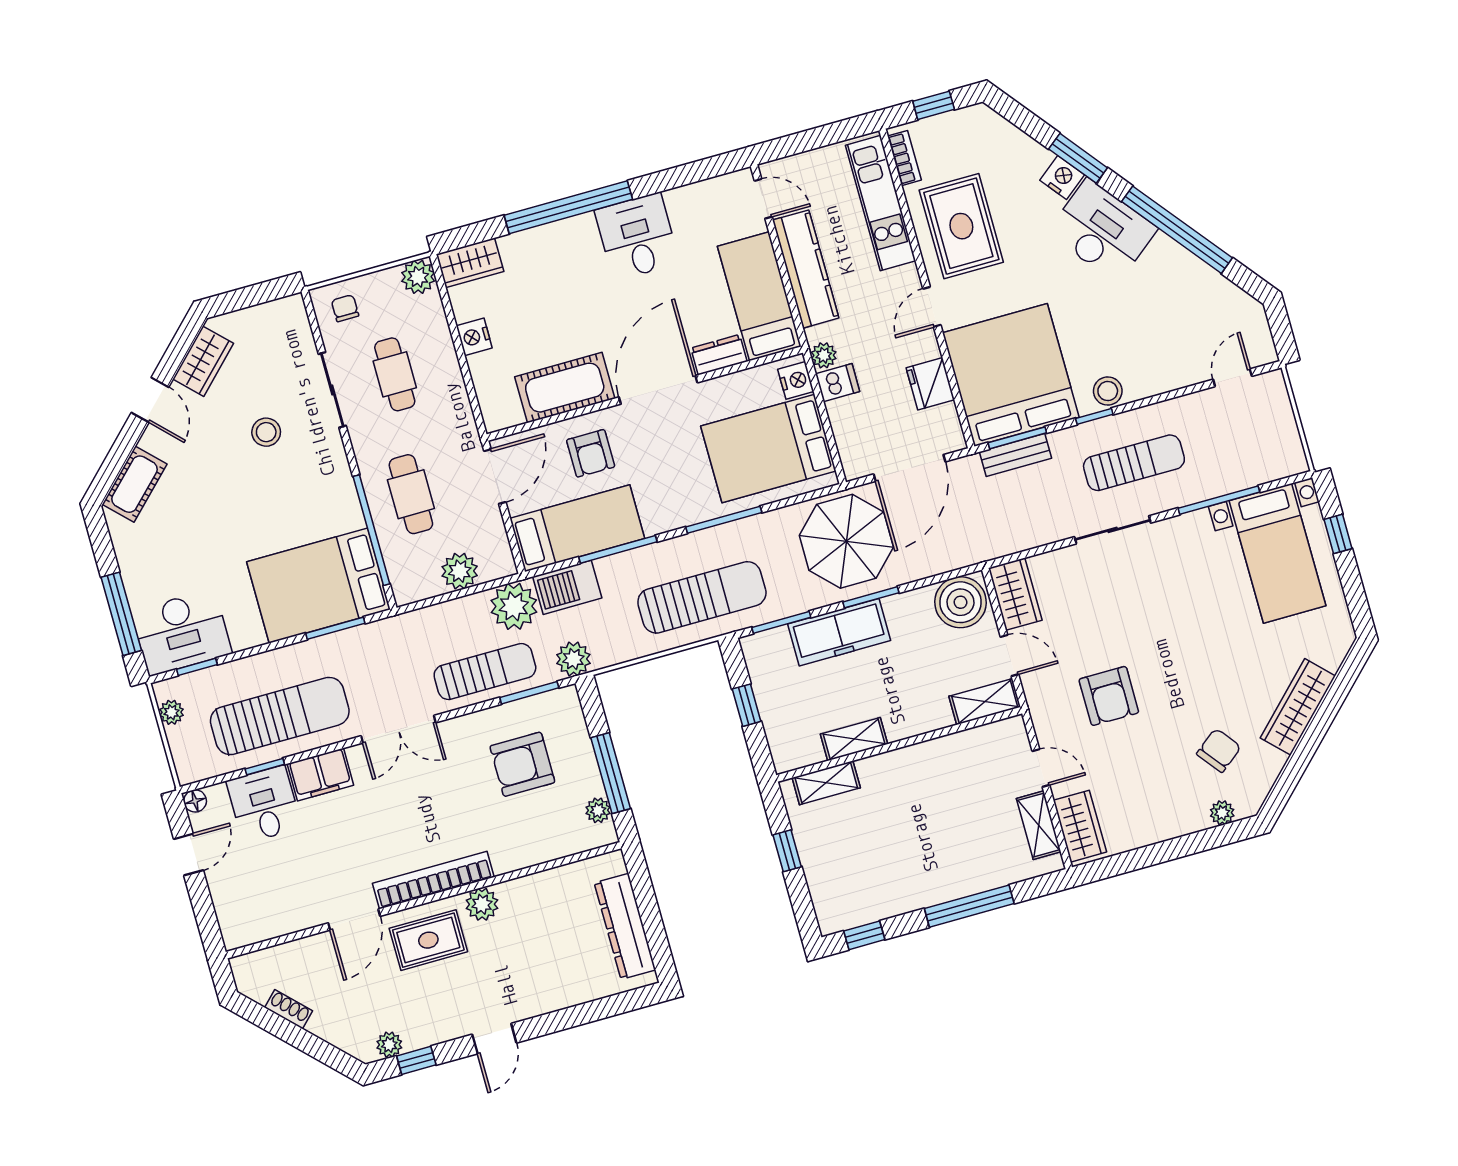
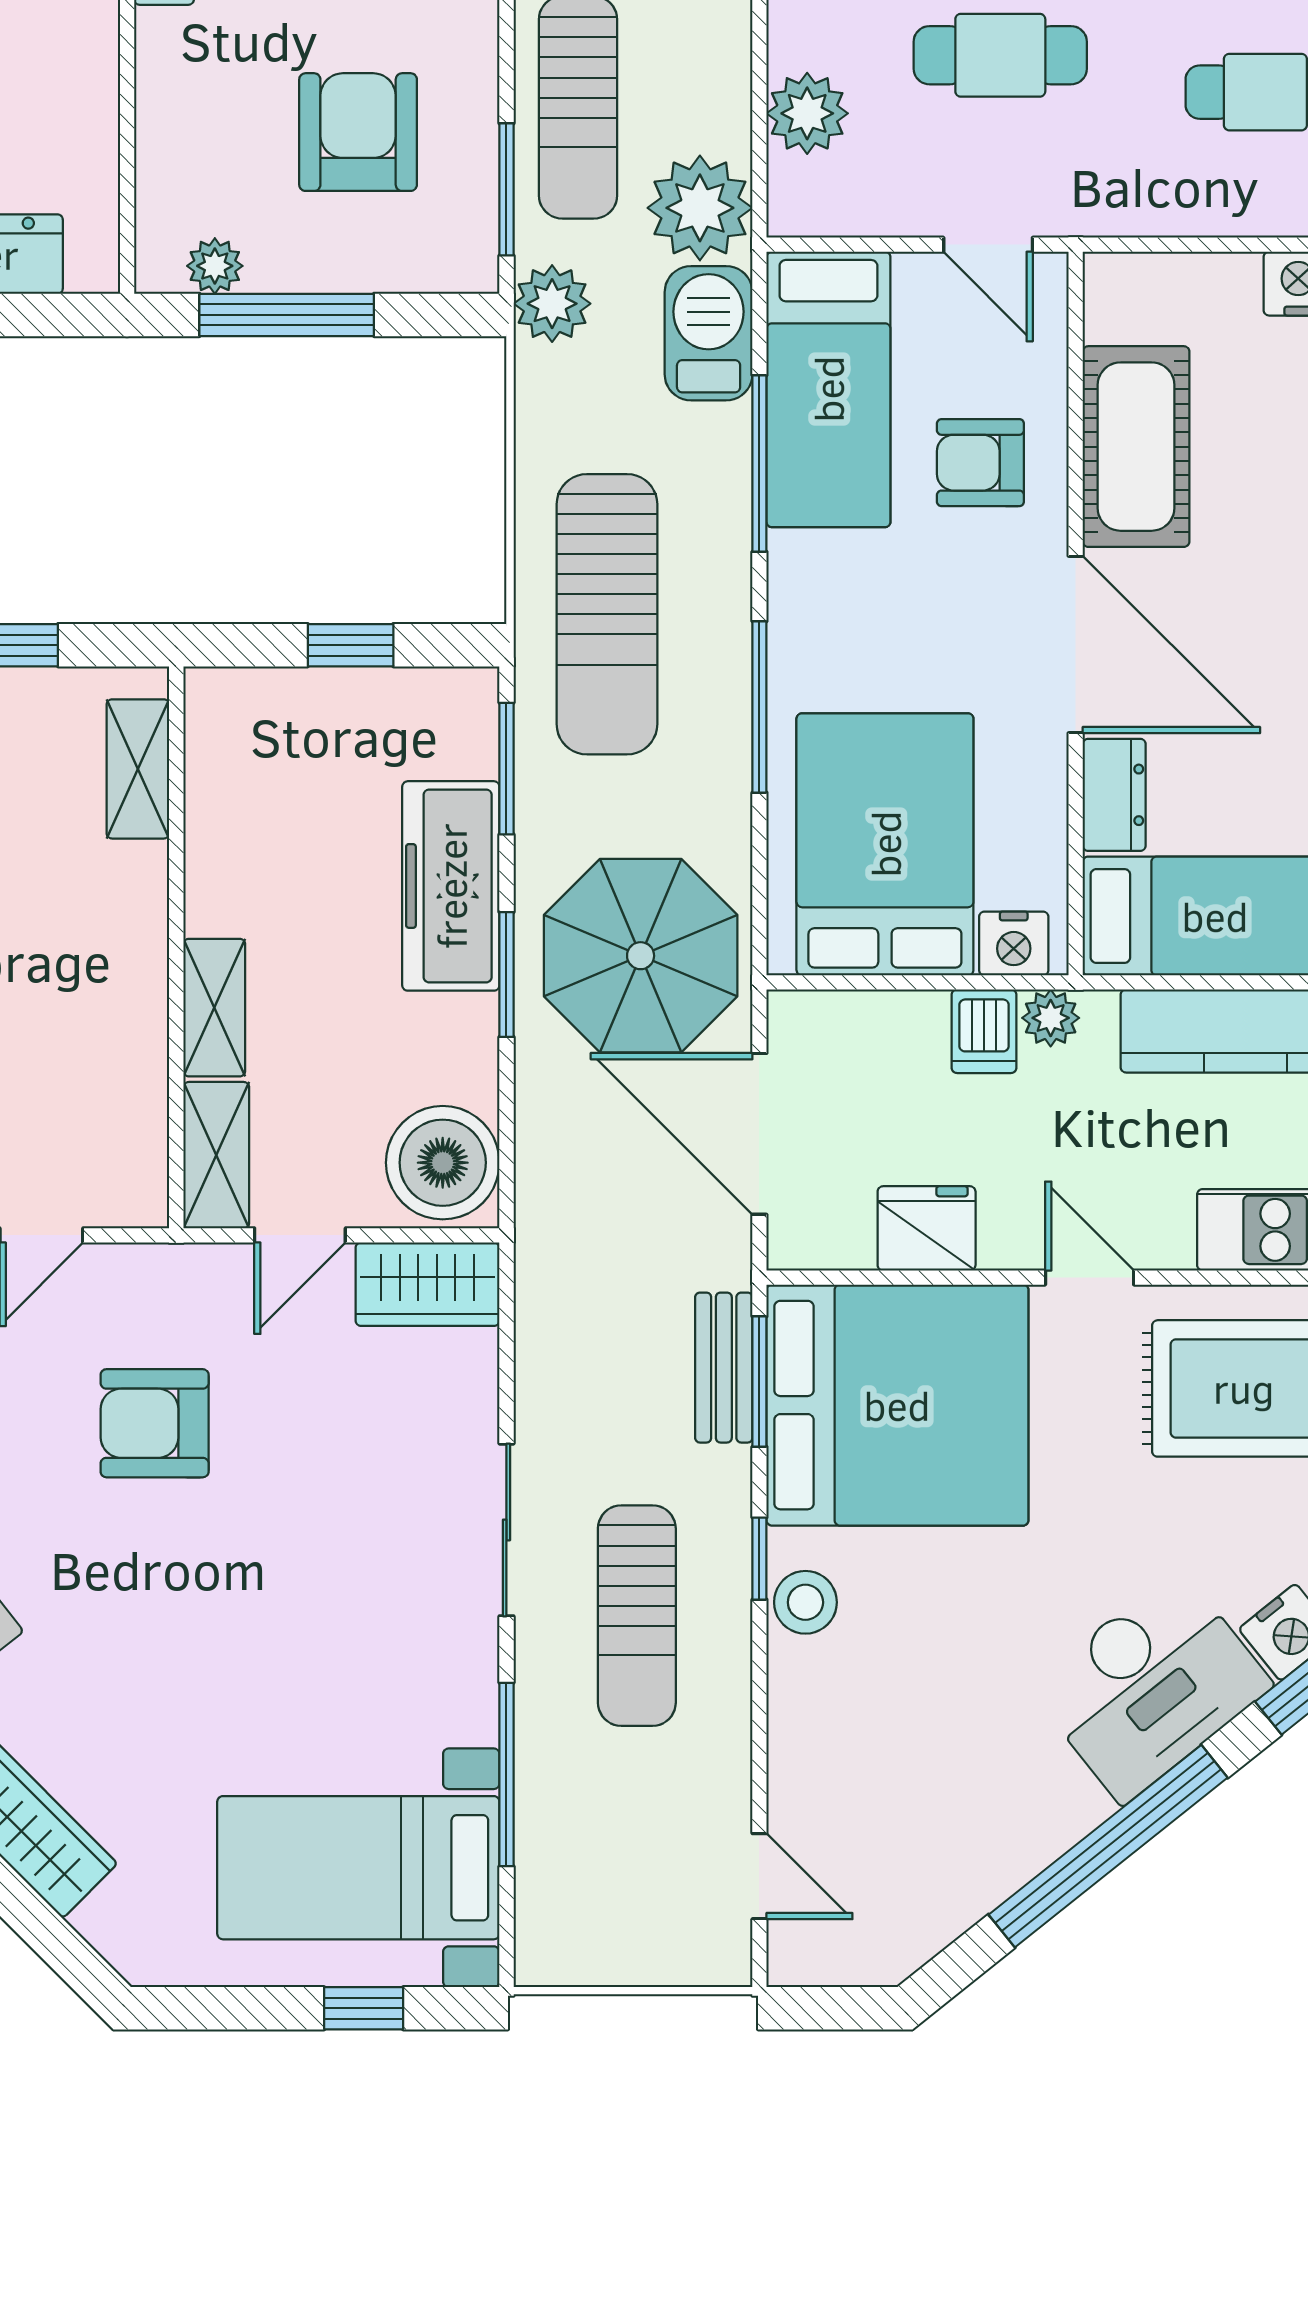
door: (495, 476) -> (988, 245), width x0.73
shelving: (854, 739) -> (214, 1008), moved

